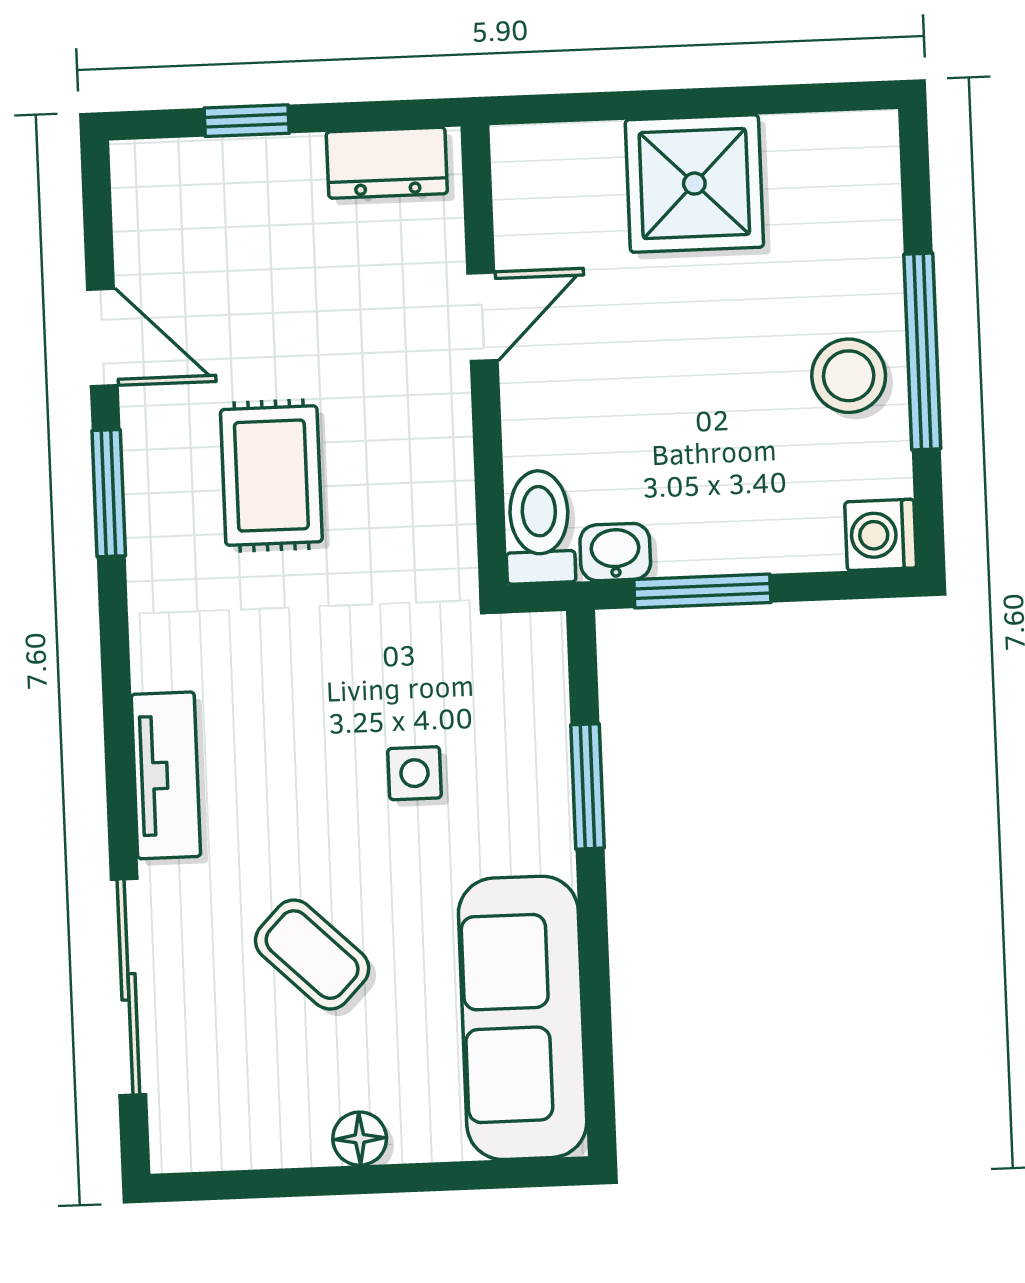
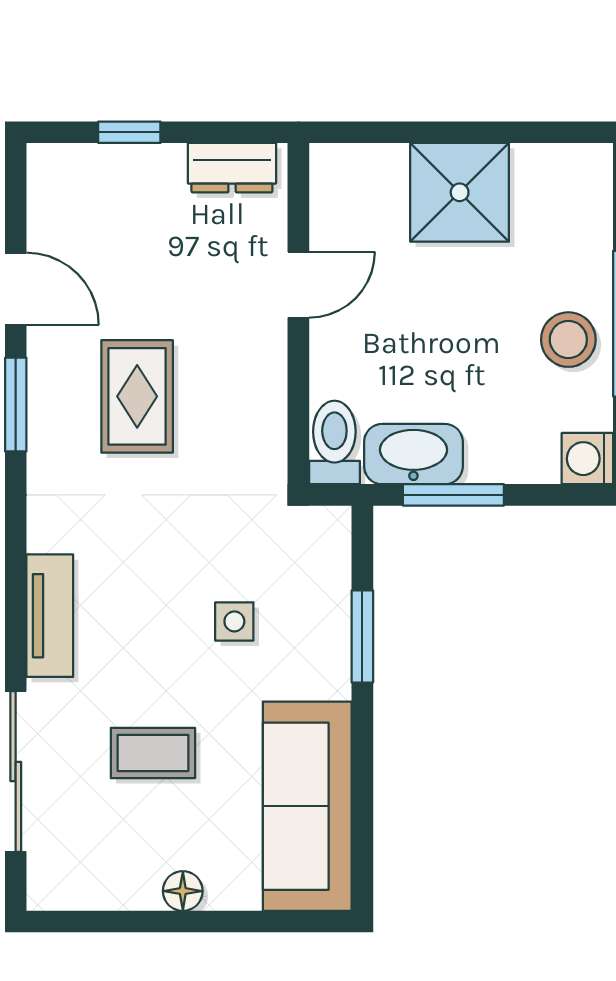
washbasin: (615, 552) -> (413, 454), width x1.91, depth x1.45
coffee table: (312, 955) -> (153, 753), turned -44

